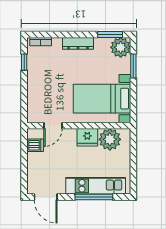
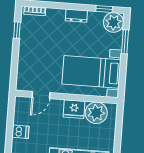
window: (110, 35) -> (104, 9), width x0.67
dresser: (78, 43) -> (76, 16), width x0.70
dishwasher: (35, 145) -> (20, 132), moved

